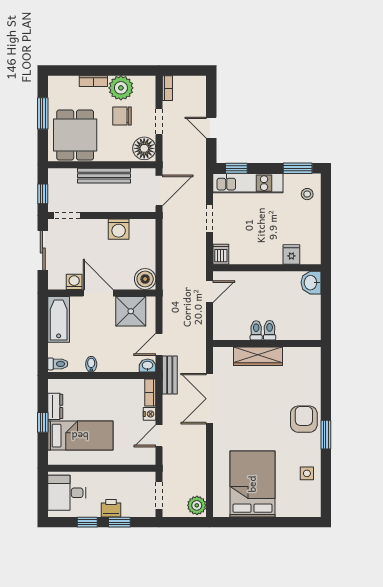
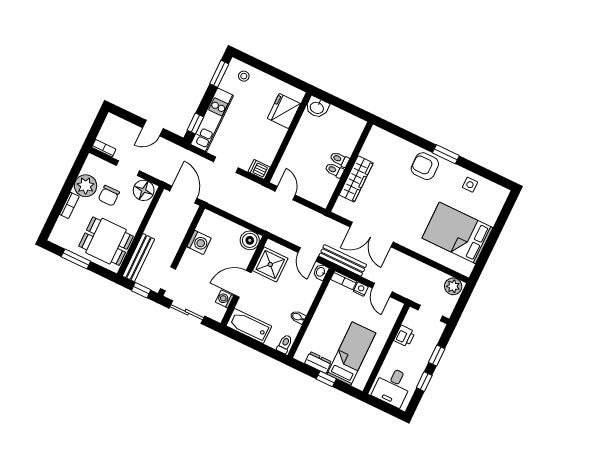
bench: (104, 176) -> (139, 258), moved
fridge: (291, 254) -> (284, 111), width x1.88, depth x1.34
bench: (170, 375) -> (343, 260), width x1.36
printer: (111, 508) -> (404, 336), moved, turned 180

